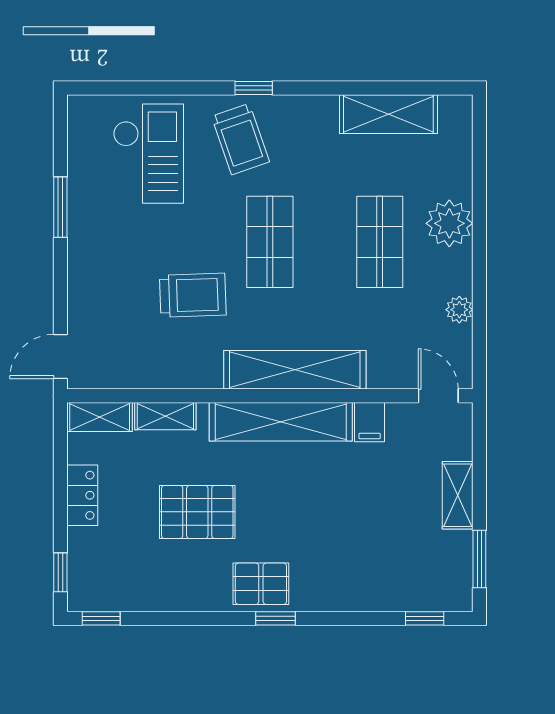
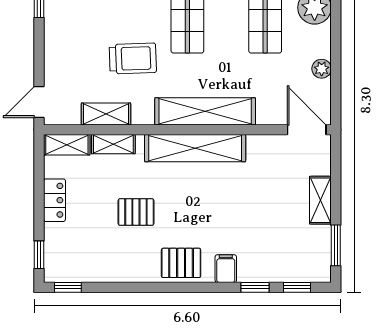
shelving: (155, 373) -> (106, 114), added
door: (438, 396) -> (307, 130), width x1.38
filing cabinet: (370, 422) -> (226, 269), moved, turned 180
pallet: (197, 512) -> (136, 212), width x0.67, depth x0.71
window: (276, 618) -> (255, 287), moved

